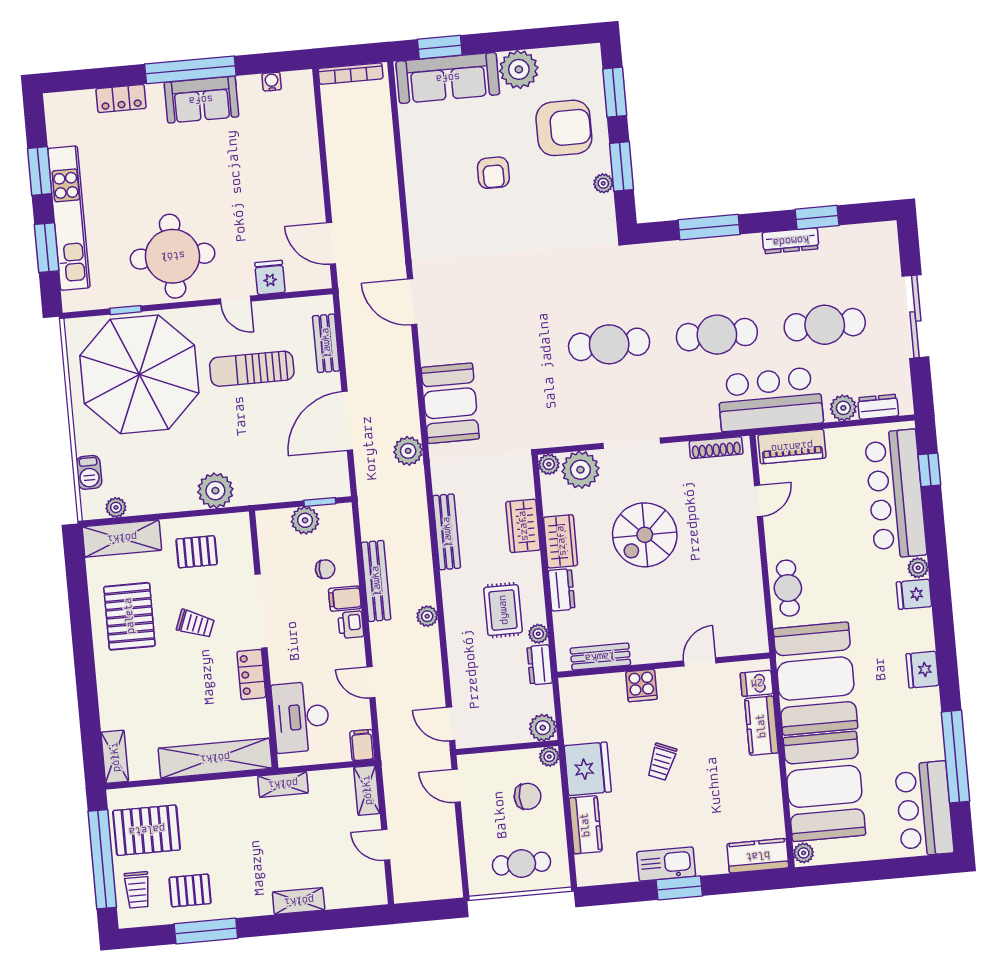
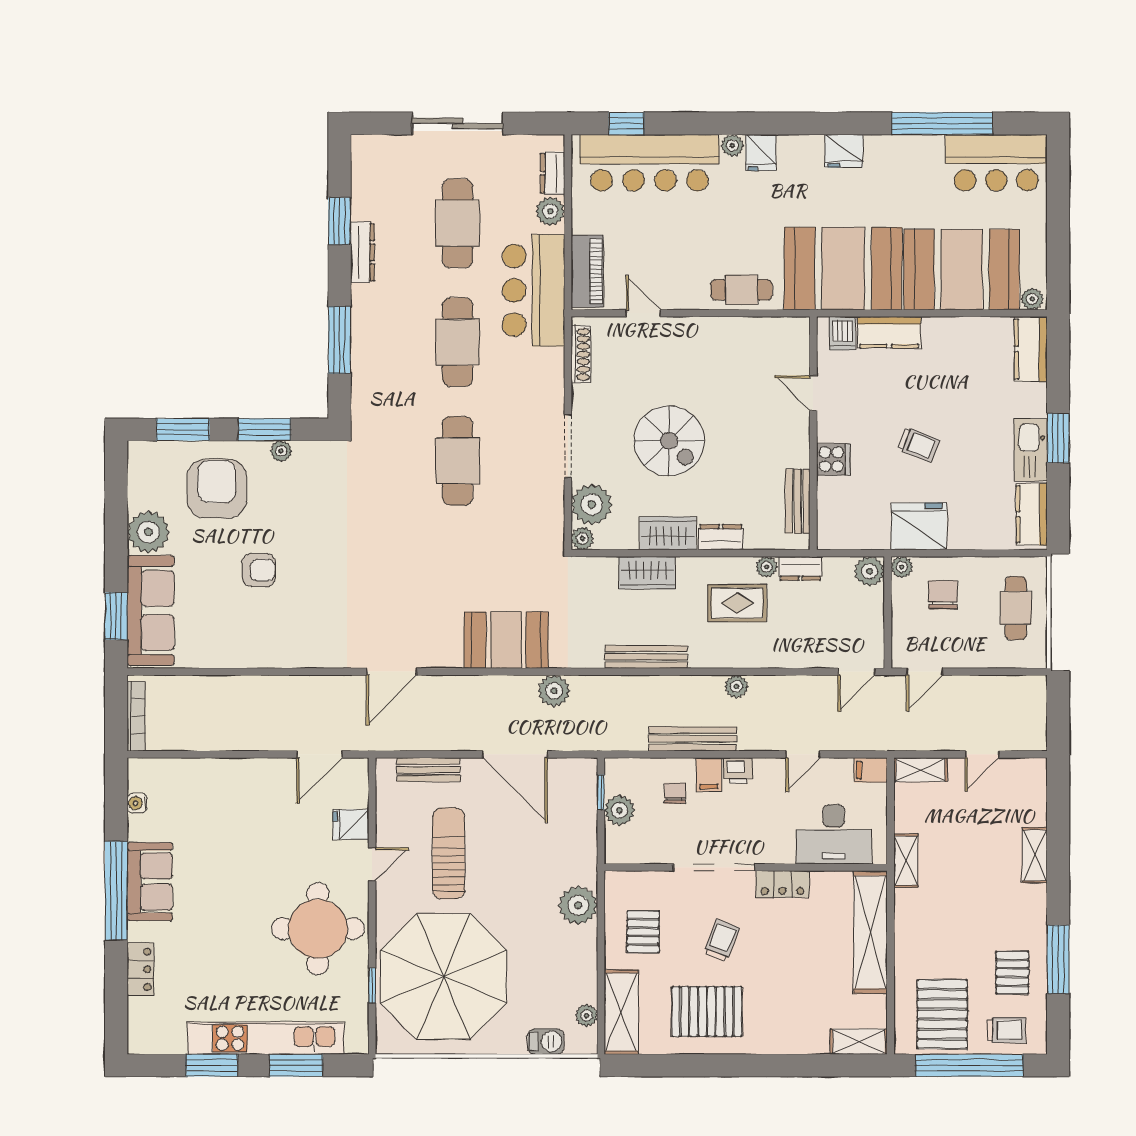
sun lounger: (252, 369) -> (449, 853), turned 180
kitchen counter: (585, 825) -> (1032, 514), moved, turned -90

